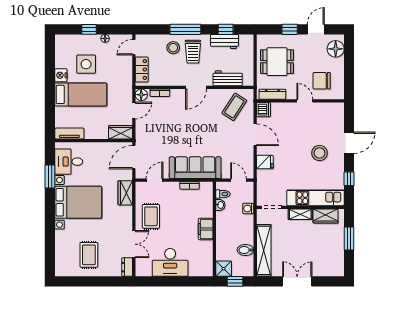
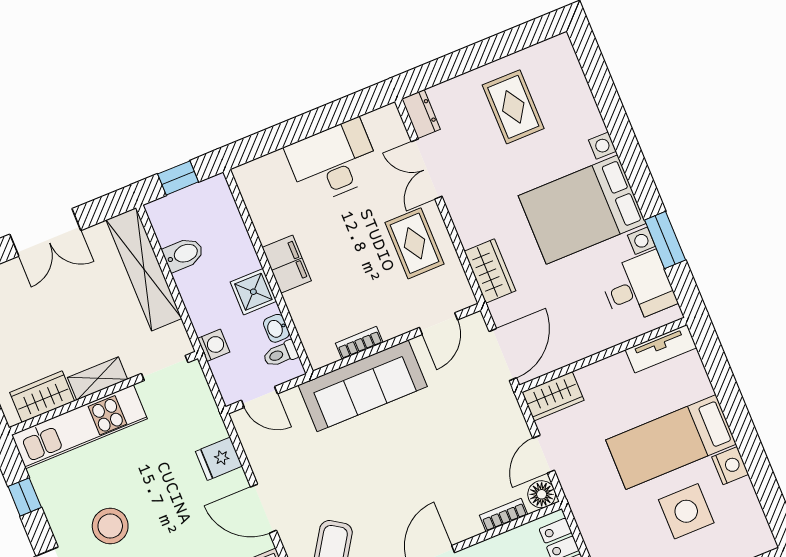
shower: (224, 269) -> (253, 292), moved

